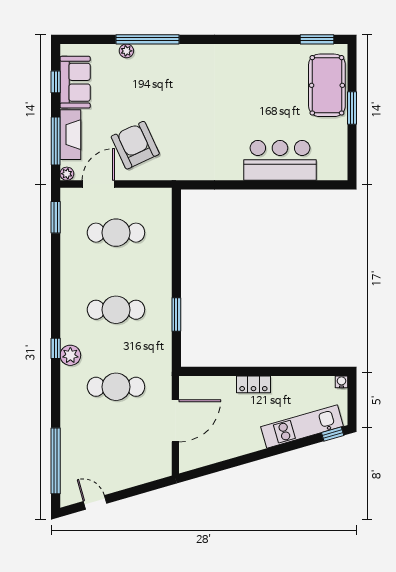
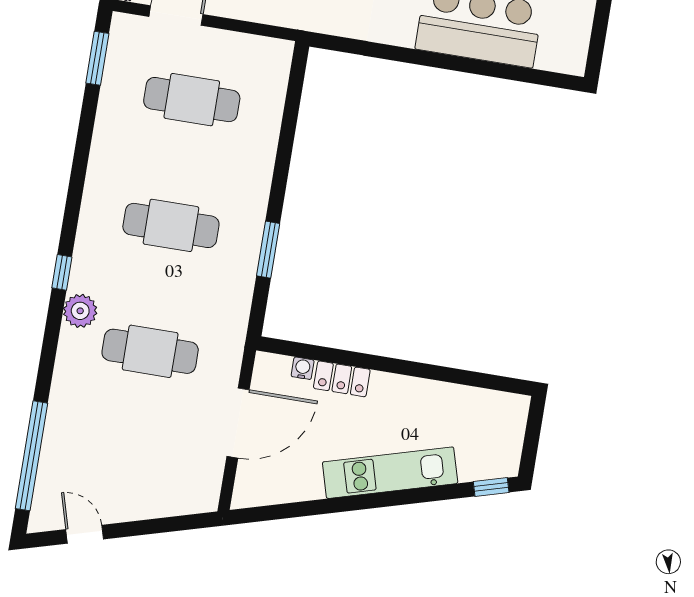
plant: (70, 355) -> (80, 311), moved
water cooler: (342, 382) -> (303, 368), moved
locker: (253, 384) -> (342, 379), moved
kitchen unit: (302, 427) -> (390, 473), moved

